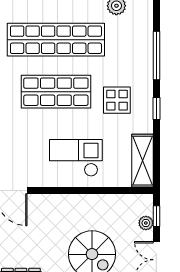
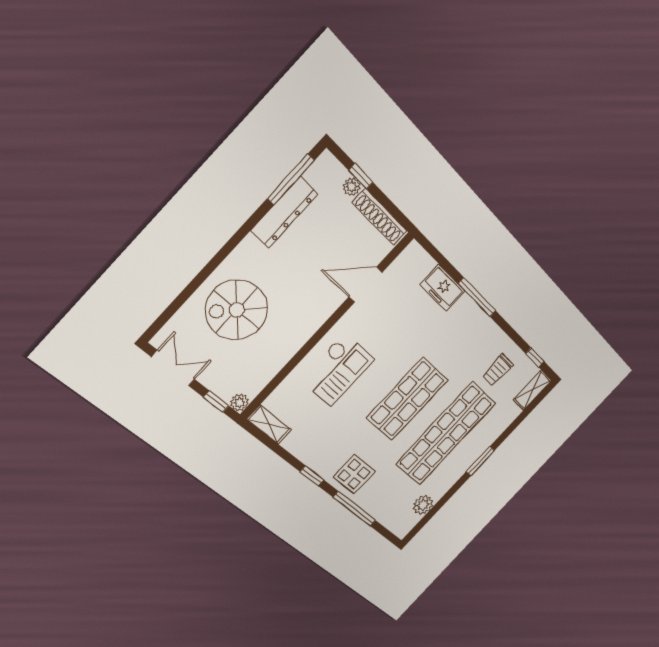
display table: (117, 100) -> (354, 474), moved
shelving: (142, 161) -> (269, 425), width x0.67, depth x0.75
plant: (146, 223) -> (240, 403), moved

